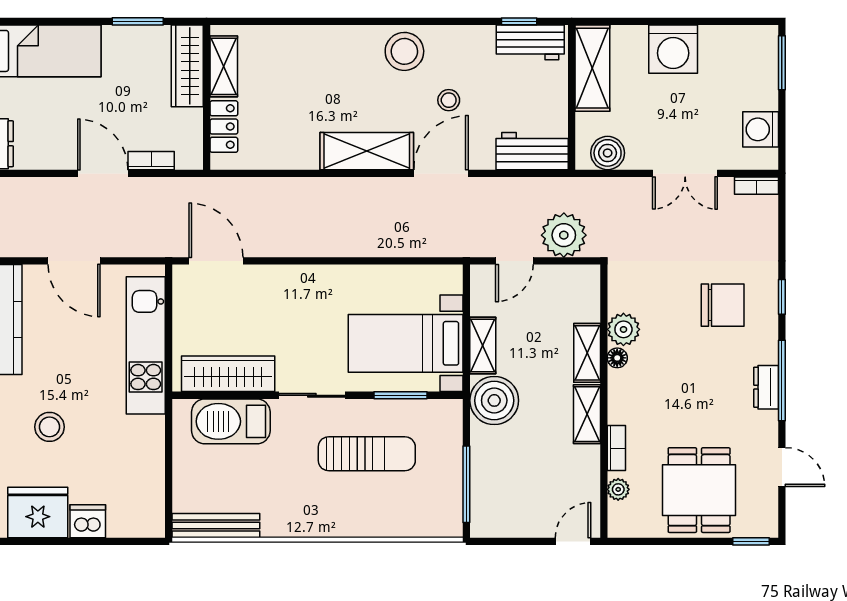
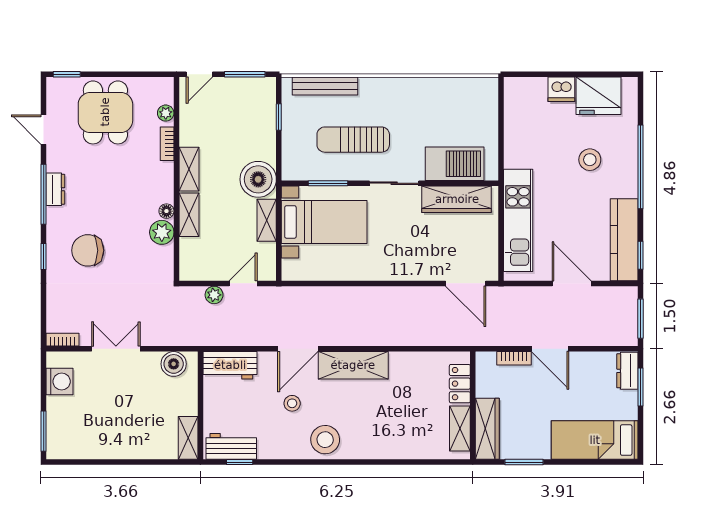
washing machine: (673, 49) -> (125, 441), removed
shelving: (592, 68) -> (188, 438), width x0.67, depth x0.75
plant: (564, 235) -> (214, 295), width x0.53, depth x0.53
window: (466, 484) -> (279, 117), width x0.46
bench: (216, 526) -> (325, 86), moved
window: (512, 541) -> (245, 74), added

